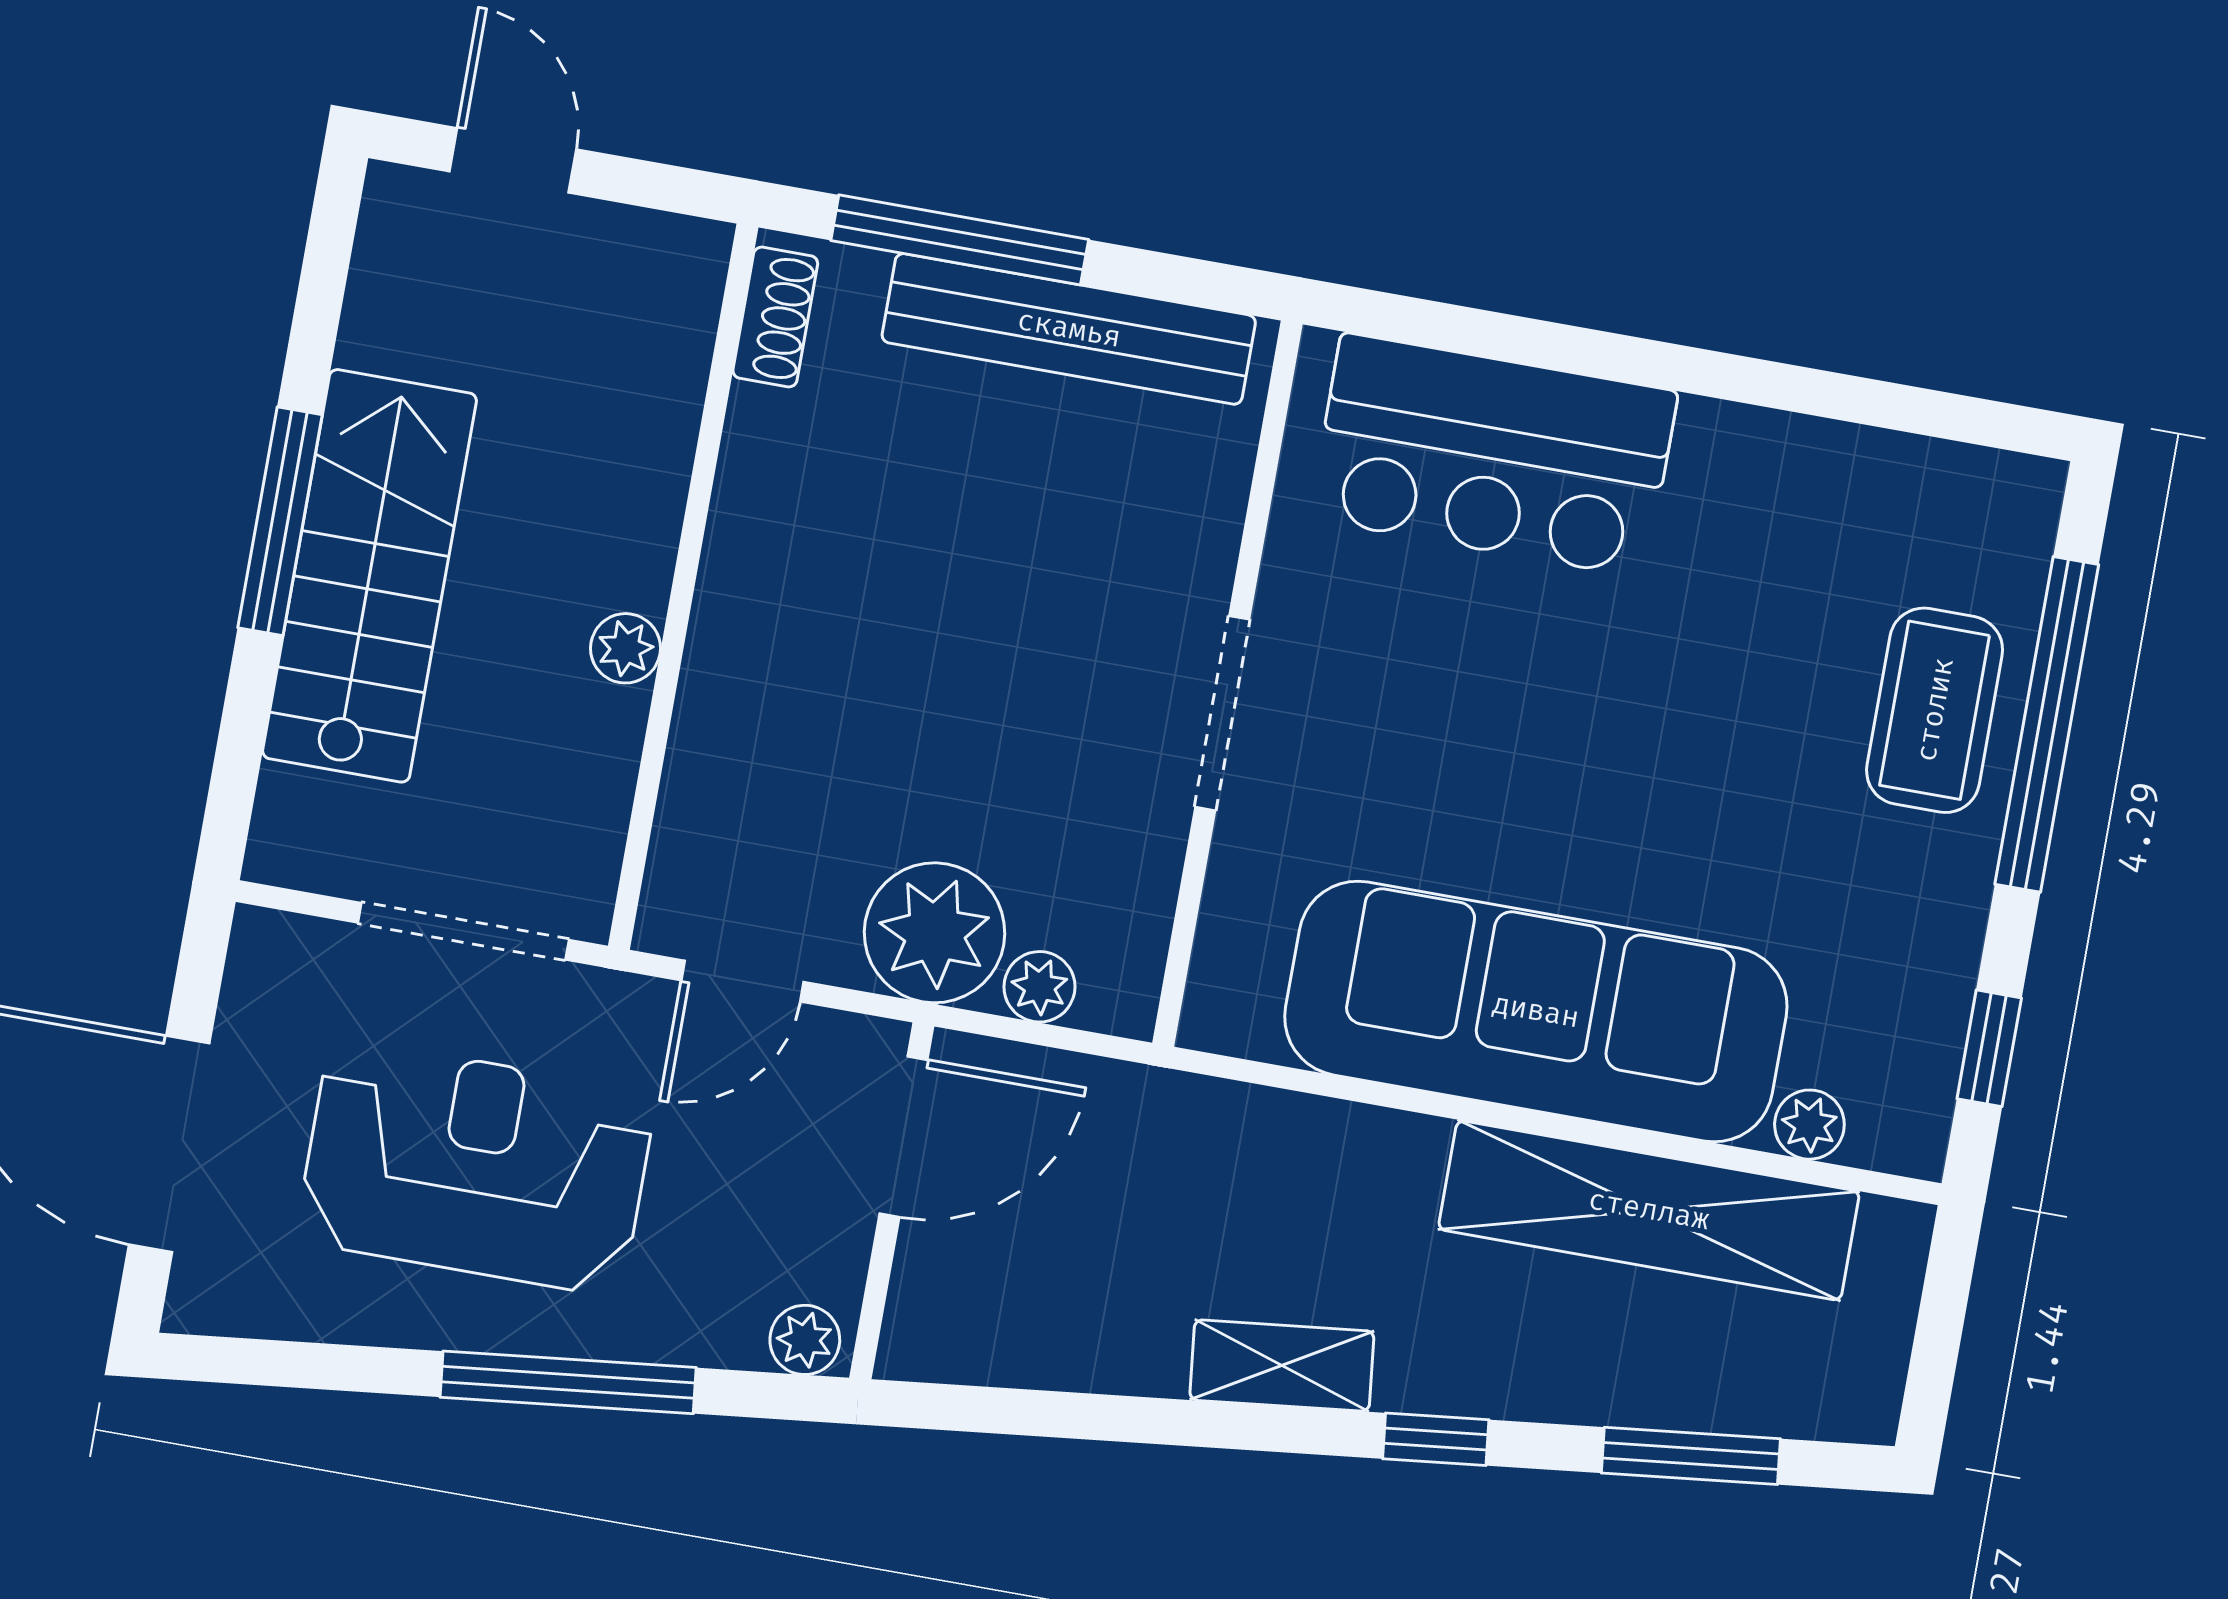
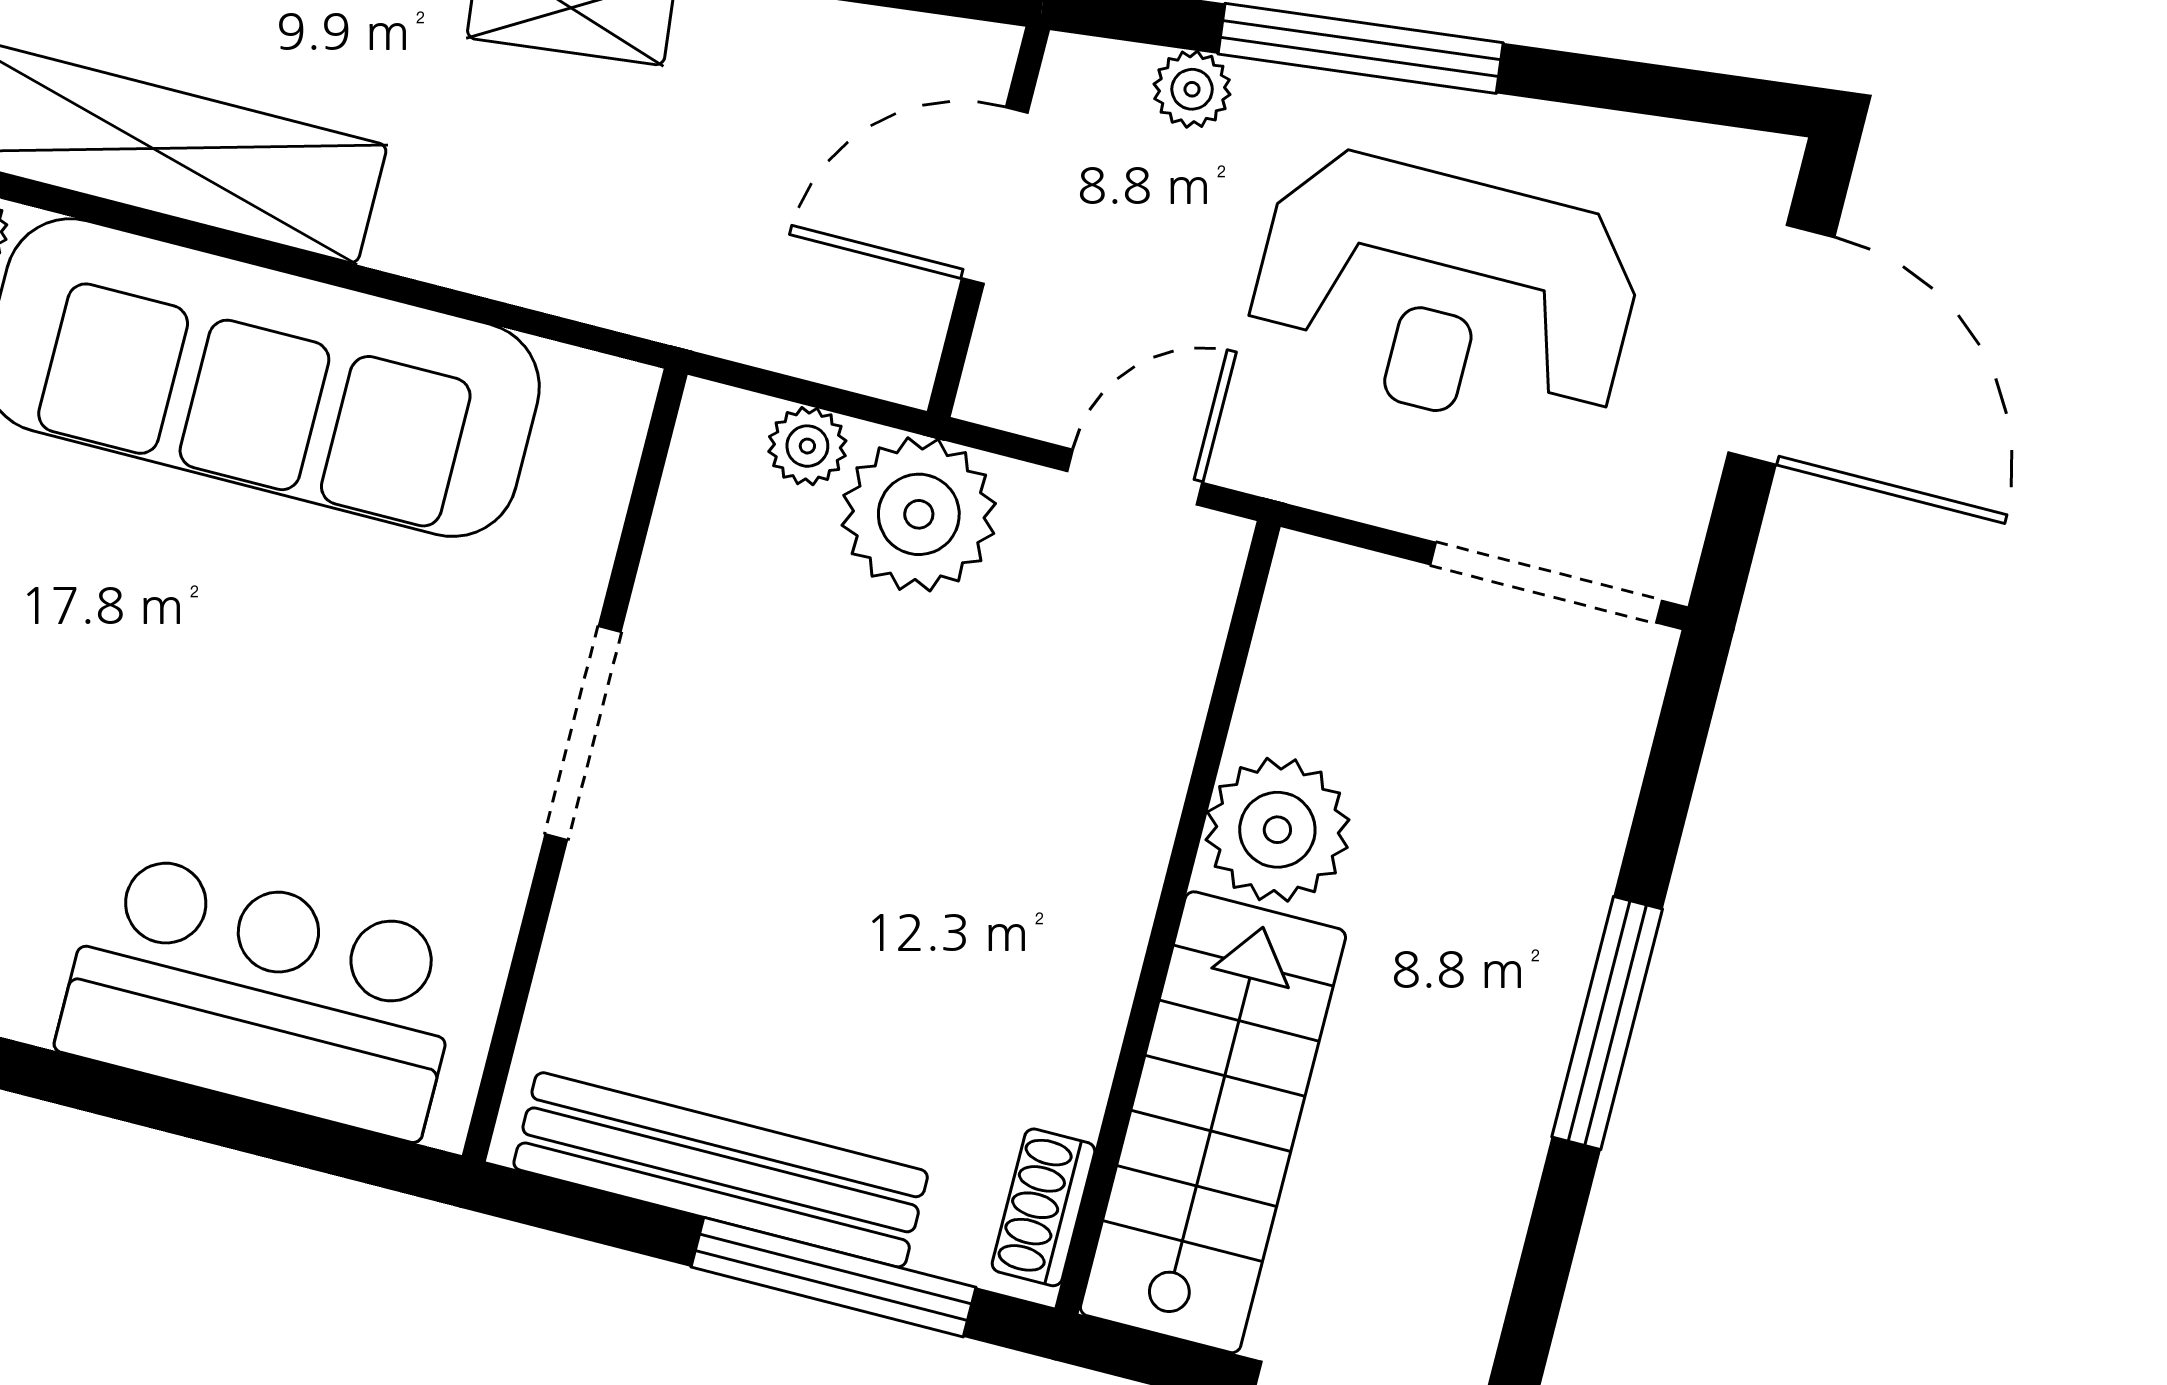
stairs: (370, 576) -> (1213, 1122), moved, turned 180
plant: (625, 648) -> (1277, 830), width x1.88, depth x1.88
doorway: (463, 931) -> (1546, 583), moved
door: (903, 1137) -> (995, 196), moved
plant: (805, 1340) -> (1192, 89), moved

